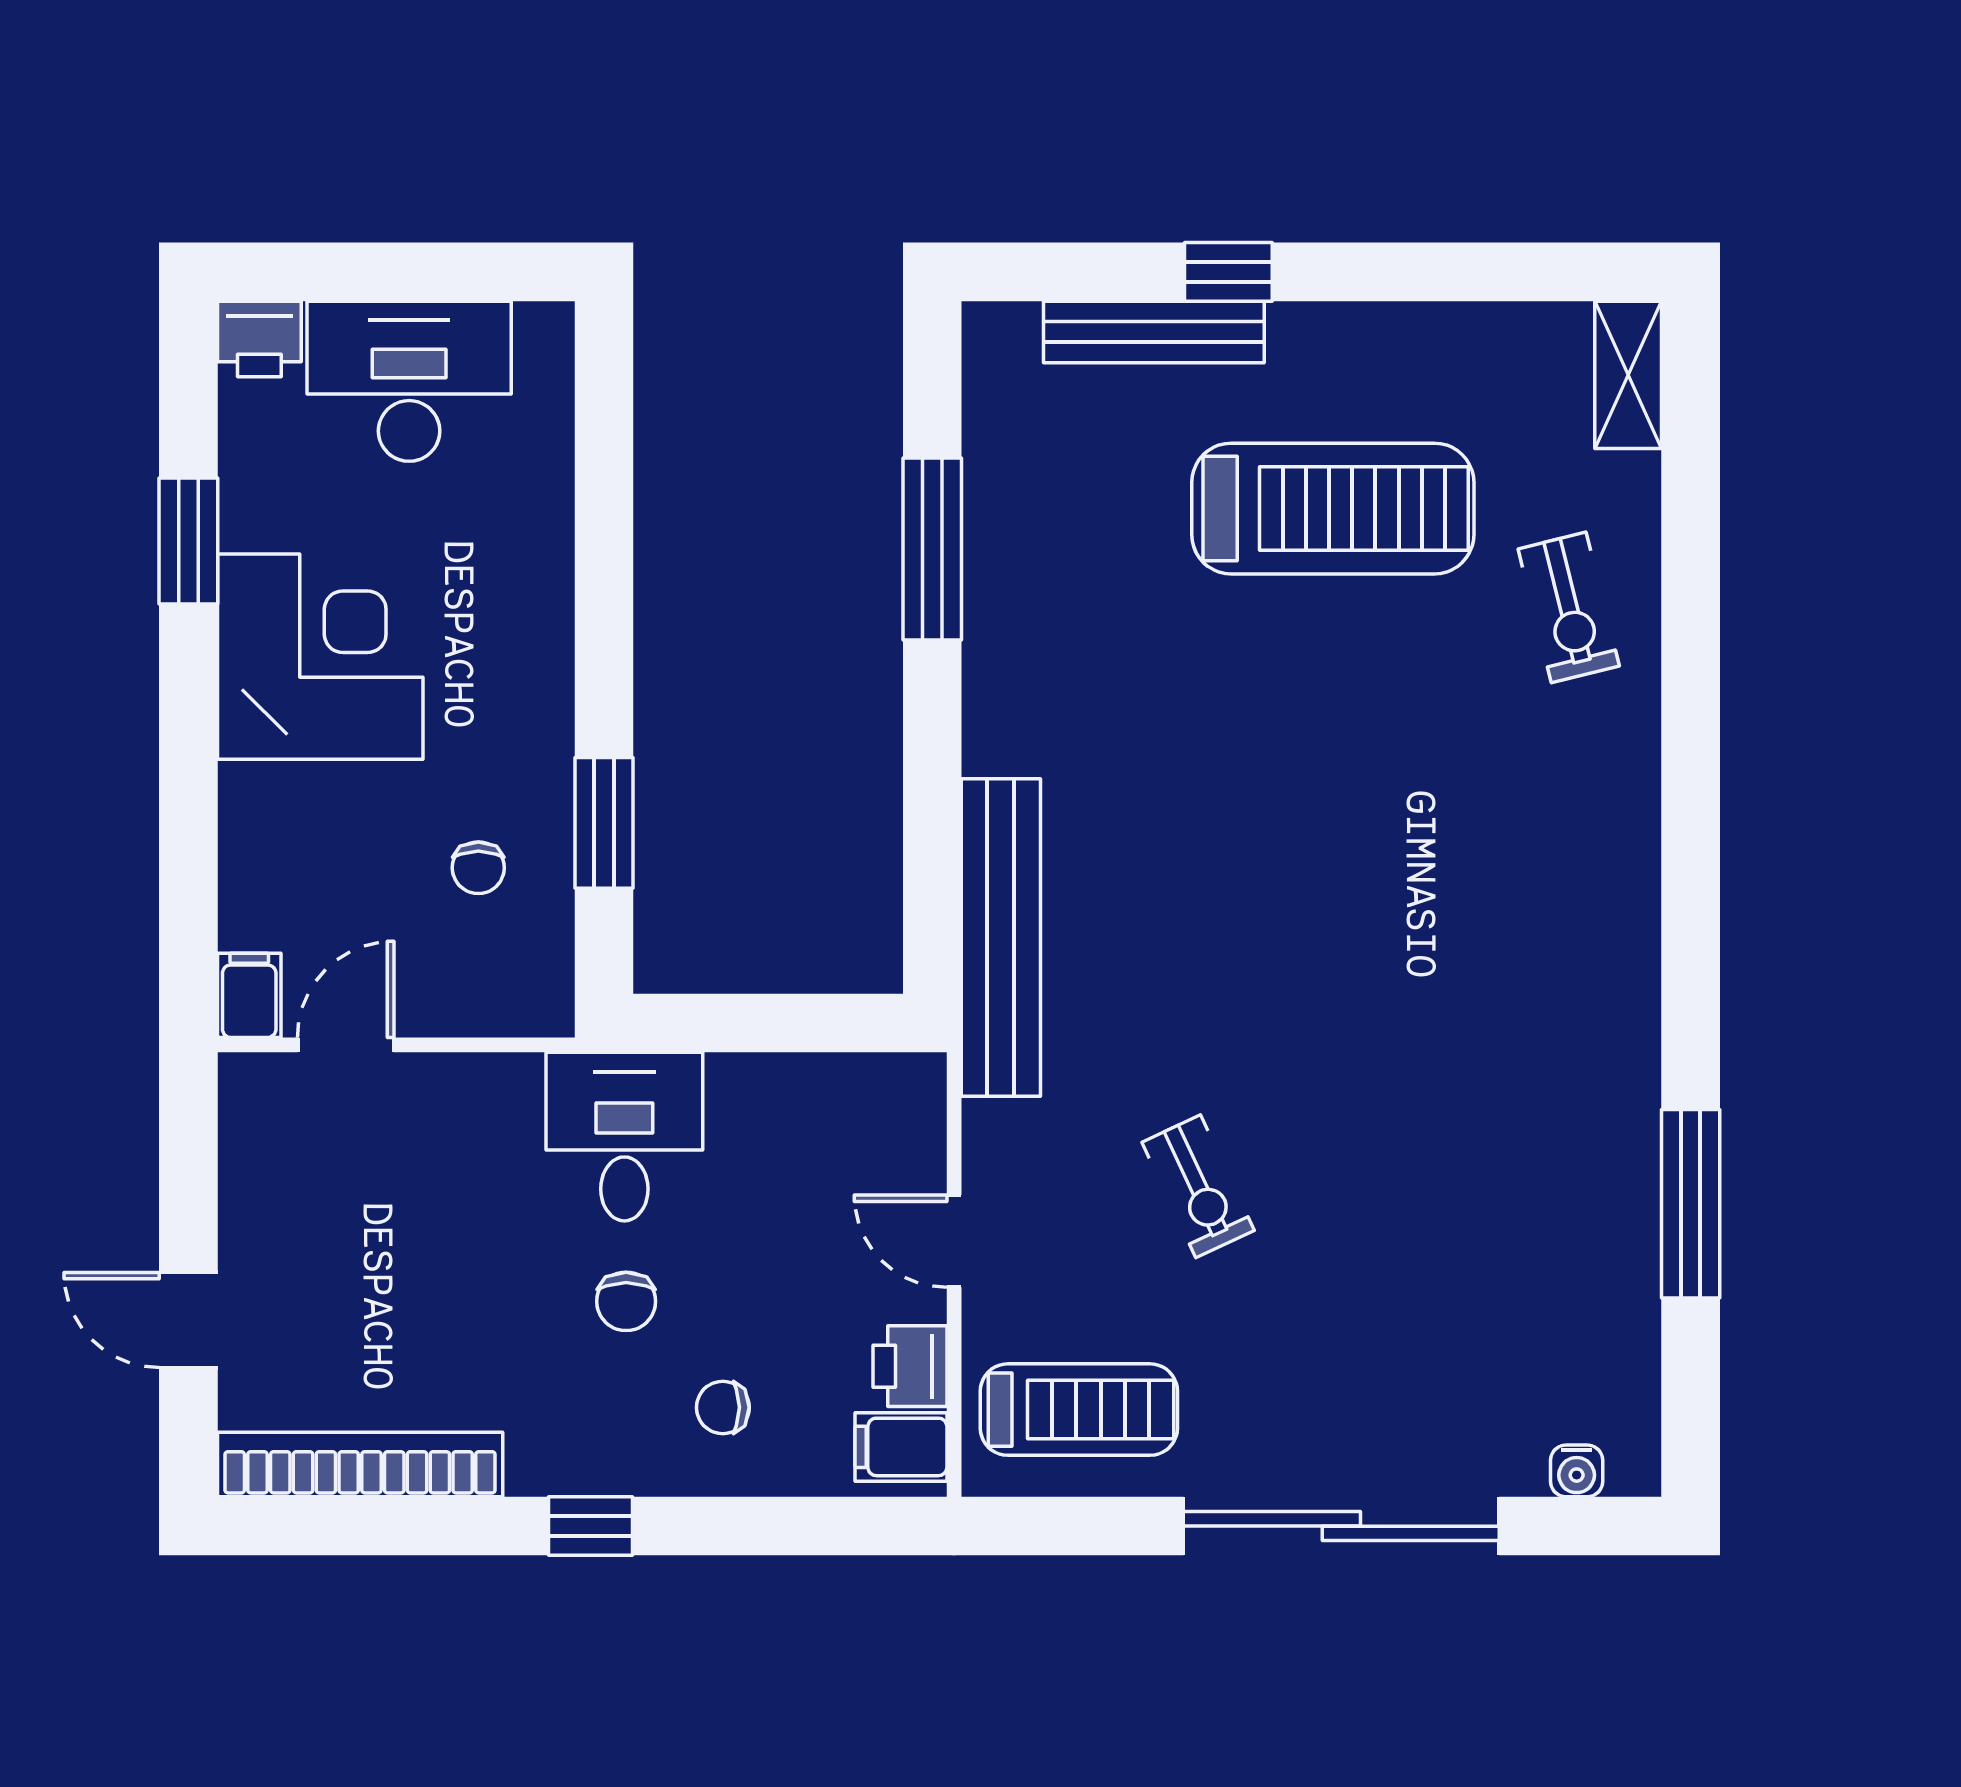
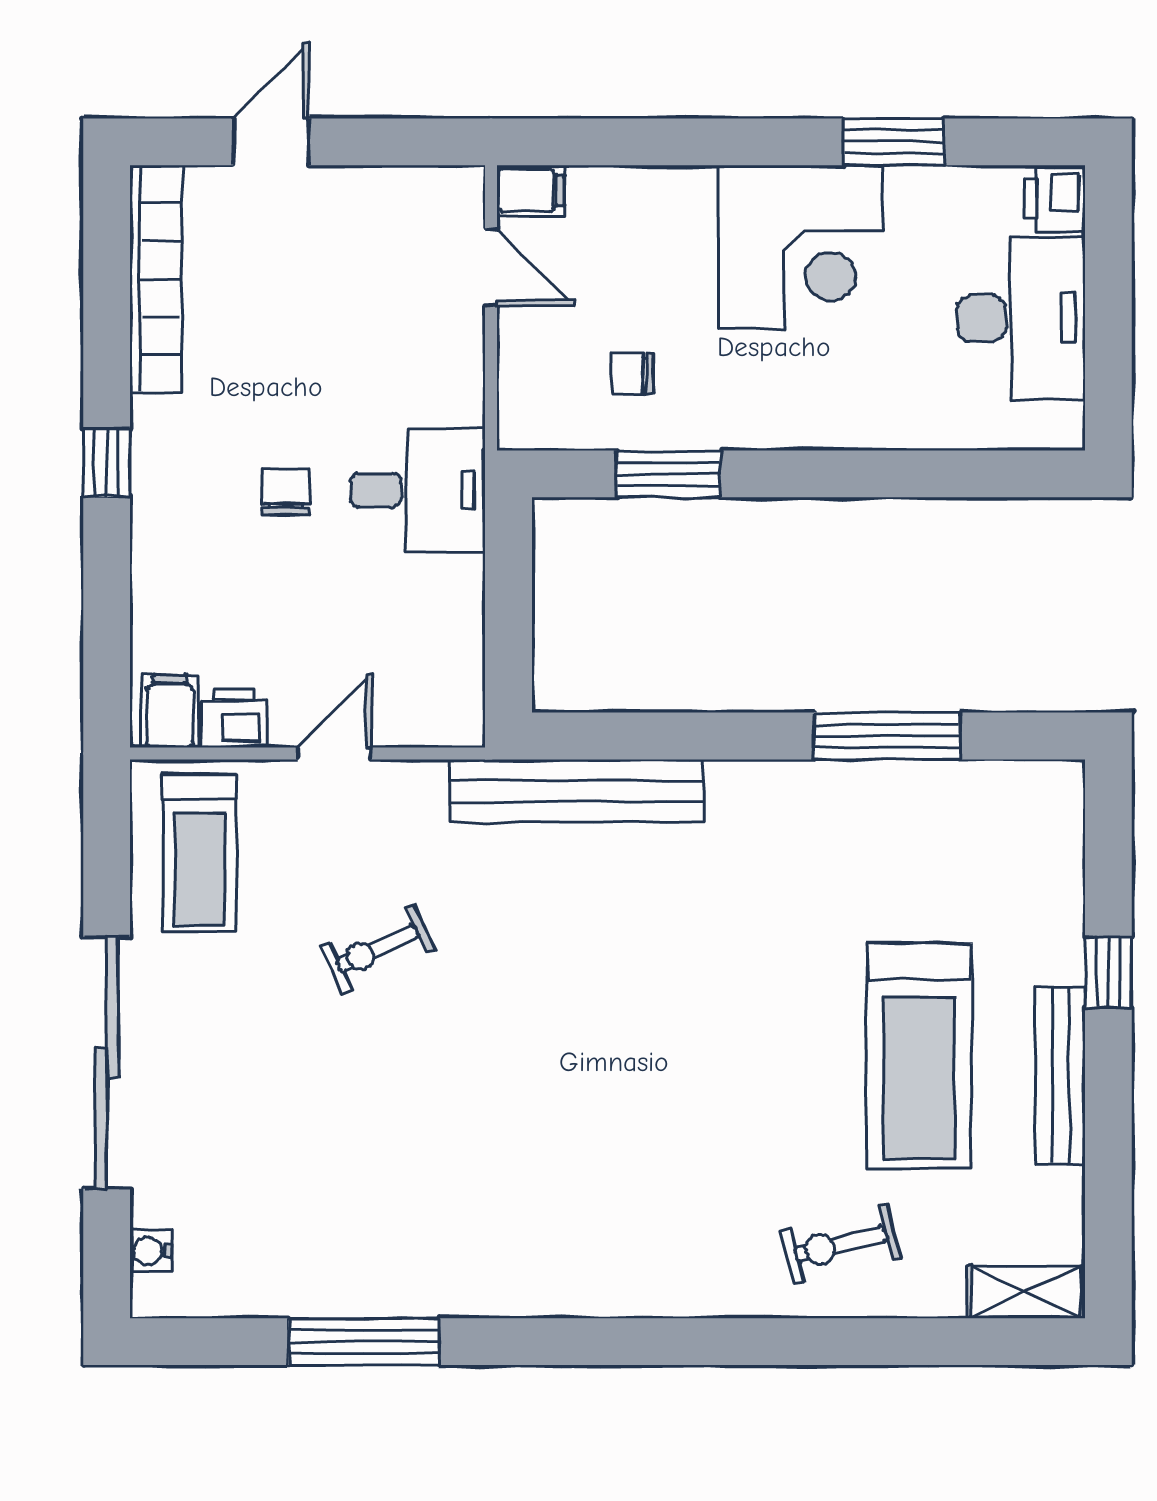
bench: (1154, 332) -> (1060, 1076), moved
chair: (626, 1301) -> (286, 492), turned 90
chair: (723, 1407) -> (201, 569), removed

